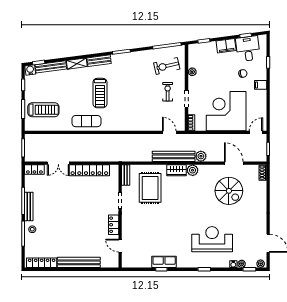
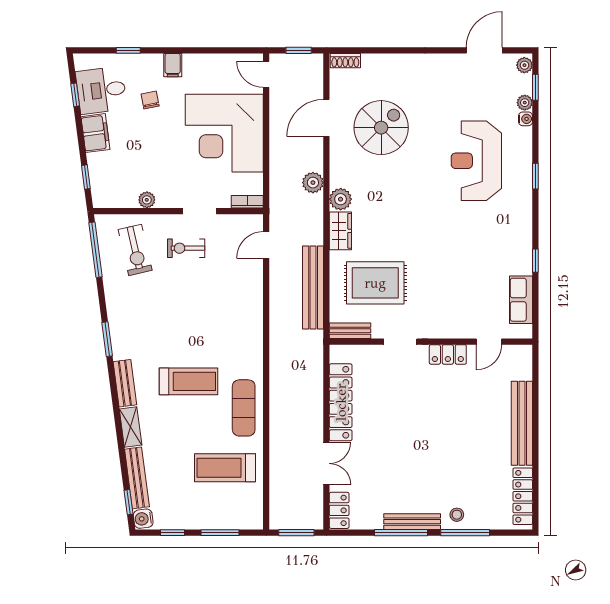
treadmill: (43, 110) -> (225, 468), moved, turned -90
bench: (174, 156) -> (313, 287), moved
row of seats: (164, 262) -> (521, 300), moved

